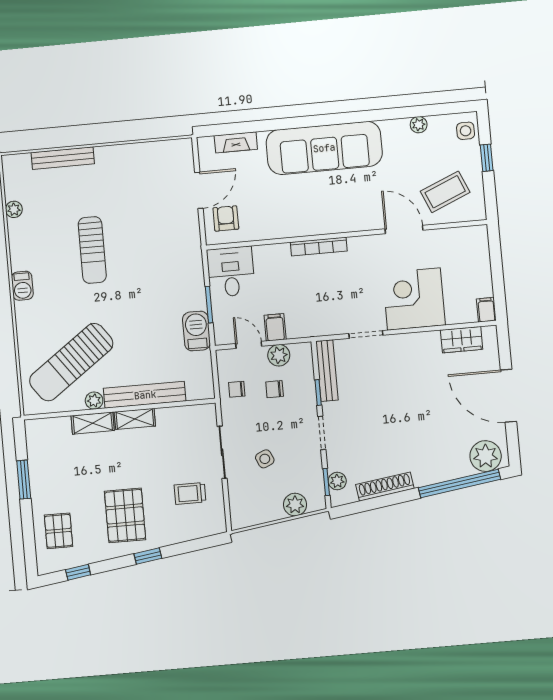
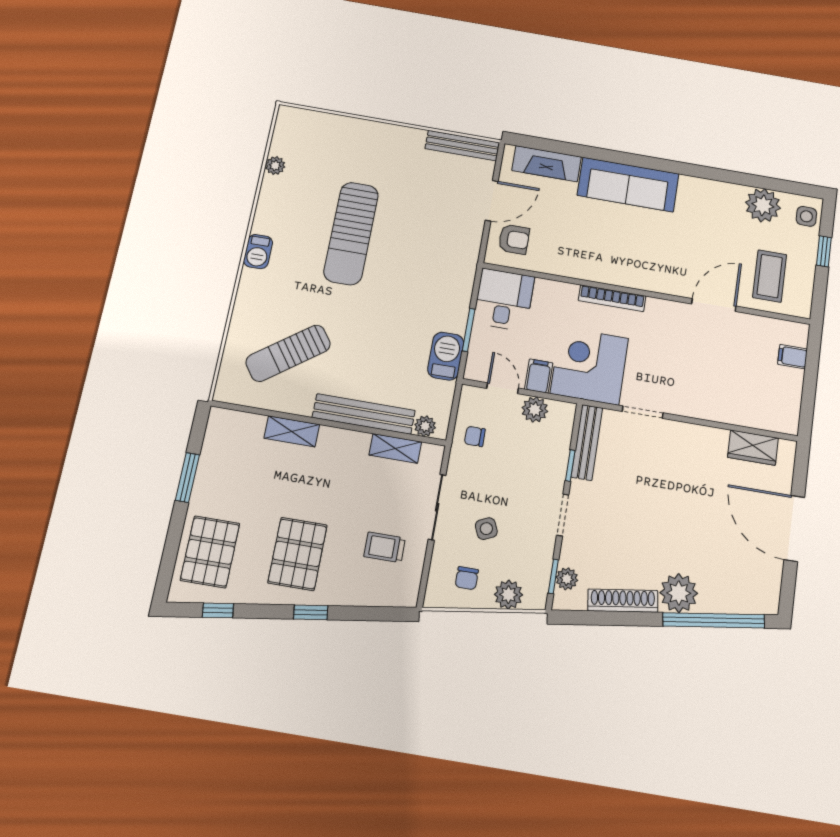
plant: (419, 125) -> (763, 205), width x1.88, depth x1.88
fireplace: (236, 142) -> (547, 164), width x1.37, depth x1.32
sofa: (324, 148) -> (628, 184), width x0.74, depth x0.79
bench: (63, 158) -> (462, 146), moved
coffee table: (445, 192) -> (770, 276), turned -67
armchair: (226, 218) -> (514, 239), turned 90
door: (404, 230) -> (714, 305), hinge flipped
sun lounger: (92, 250) -> (351, 233), width x1.36, depth x1.34
corner desk: (414, 299) -> (589, 366), moved
filing cabinet: (486, 310) -> (792, 357), moved, turned -90
sun lounger: (71, 362) -> (288, 353), width x0.73, depth x0.75
chair: (275, 389) -> (467, 578), moved, turned -90
plant: (94, 401) -> (425, 426), moved
shelving: (135, 419) -> (395, 448), moved
plant: (486, 456) -> (679, 593), moved
pallet: (59, 531) -> (210, 552), width x1.50, depth x1.42

